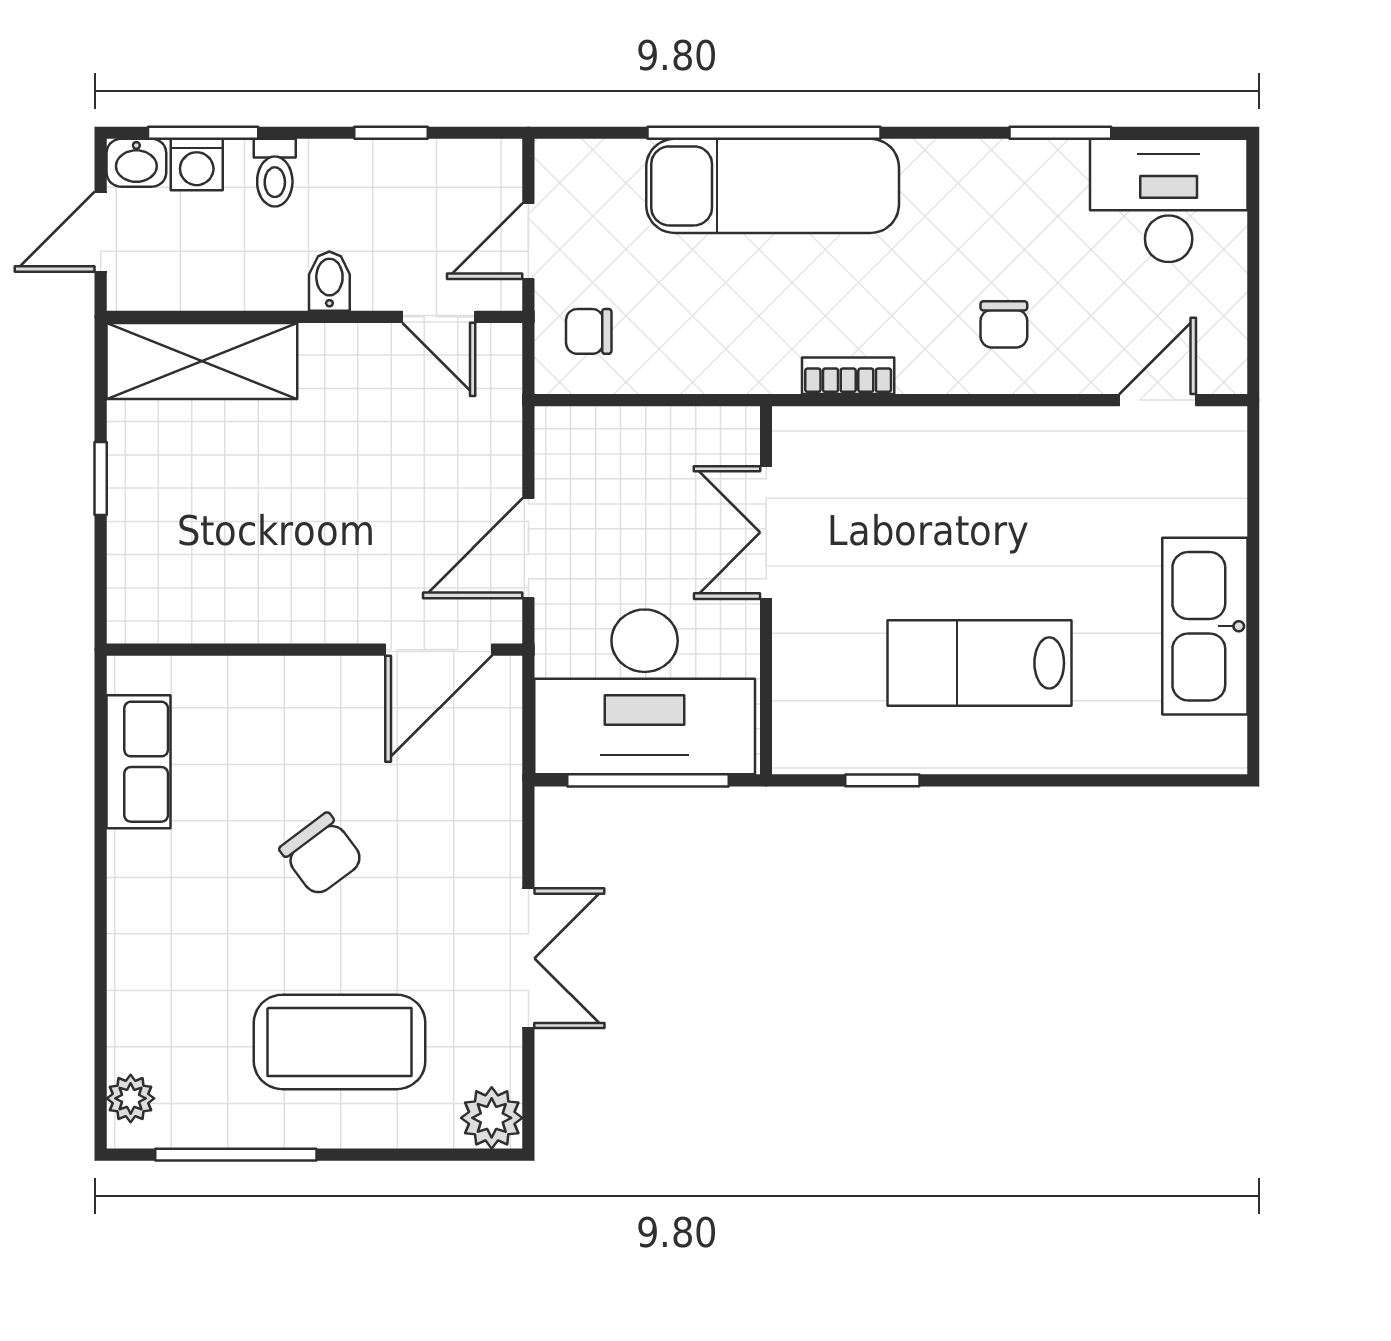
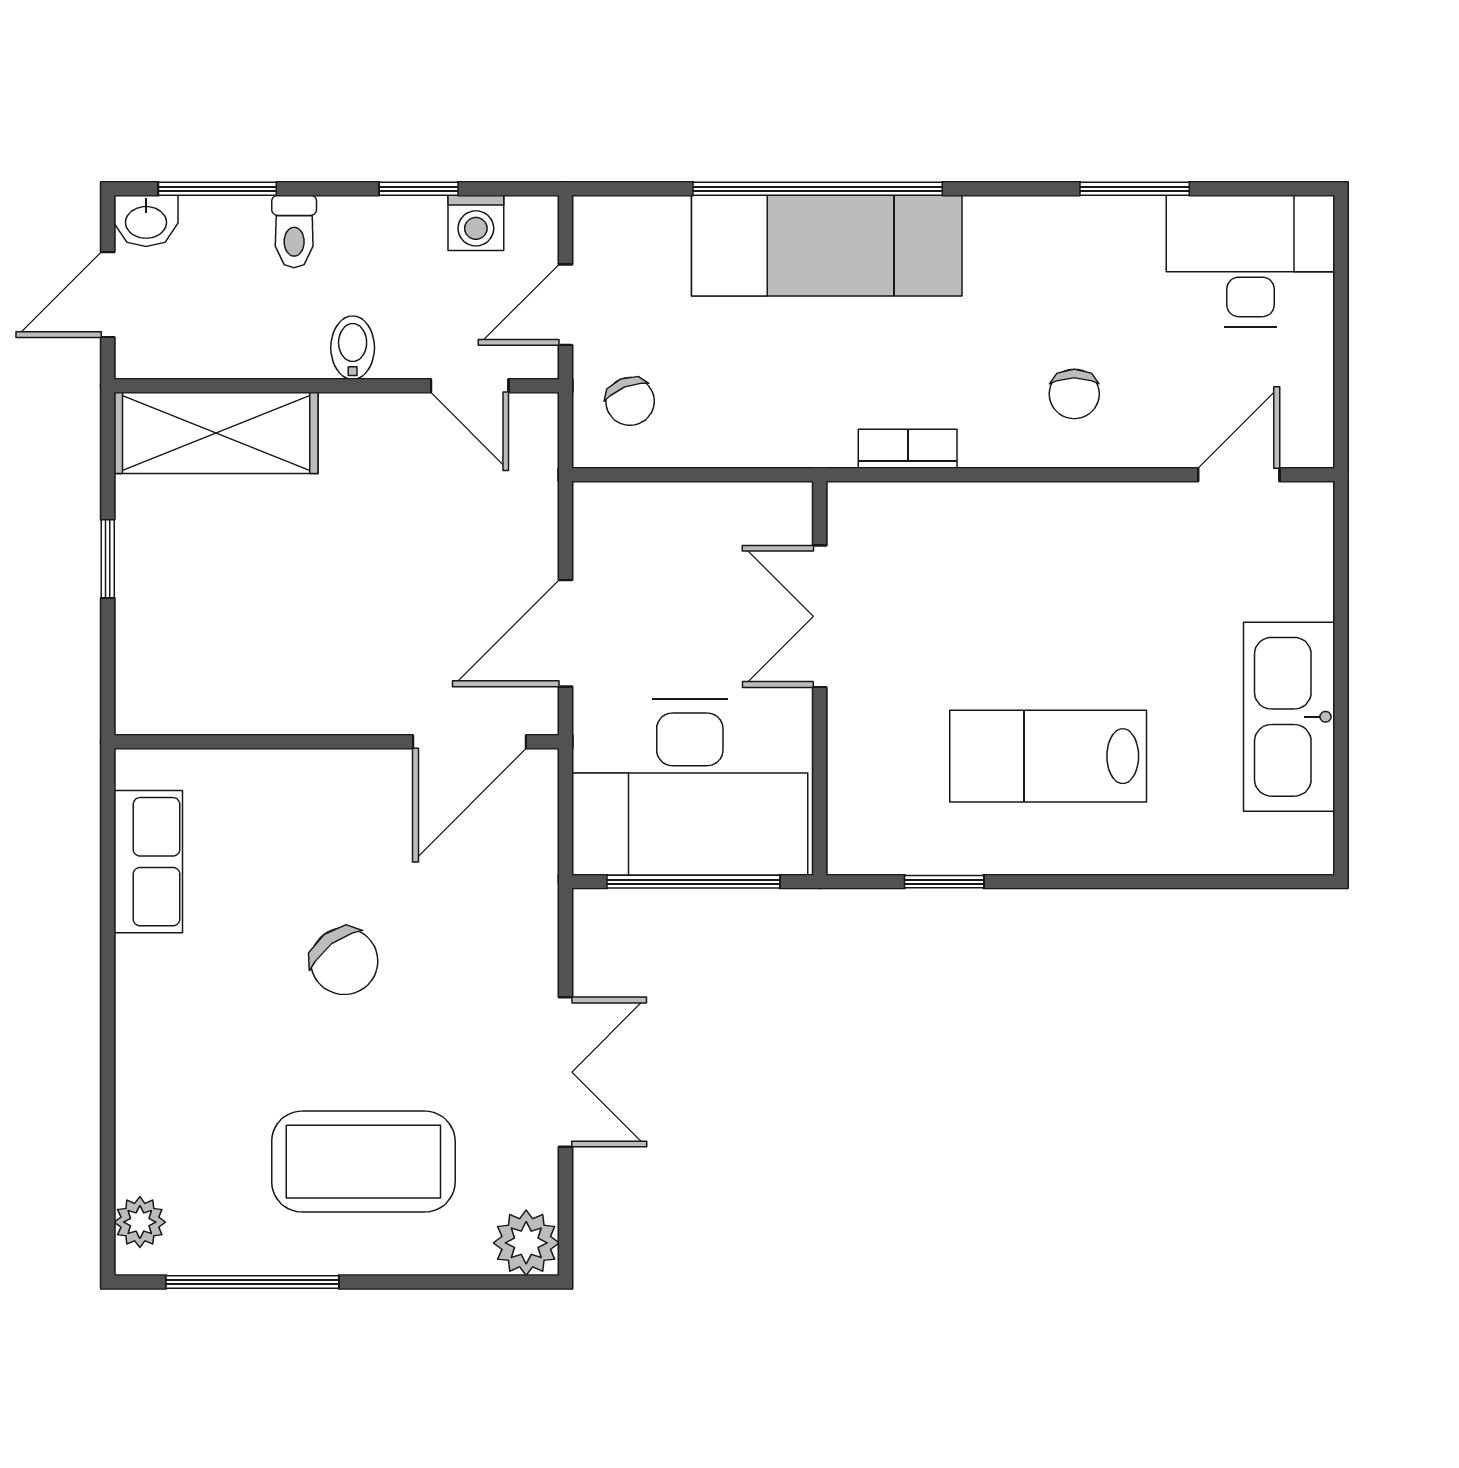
washing machine: (197, 165) -> (476, 223), moved
chair: (589, 331) -> (630, 401), turned -112

